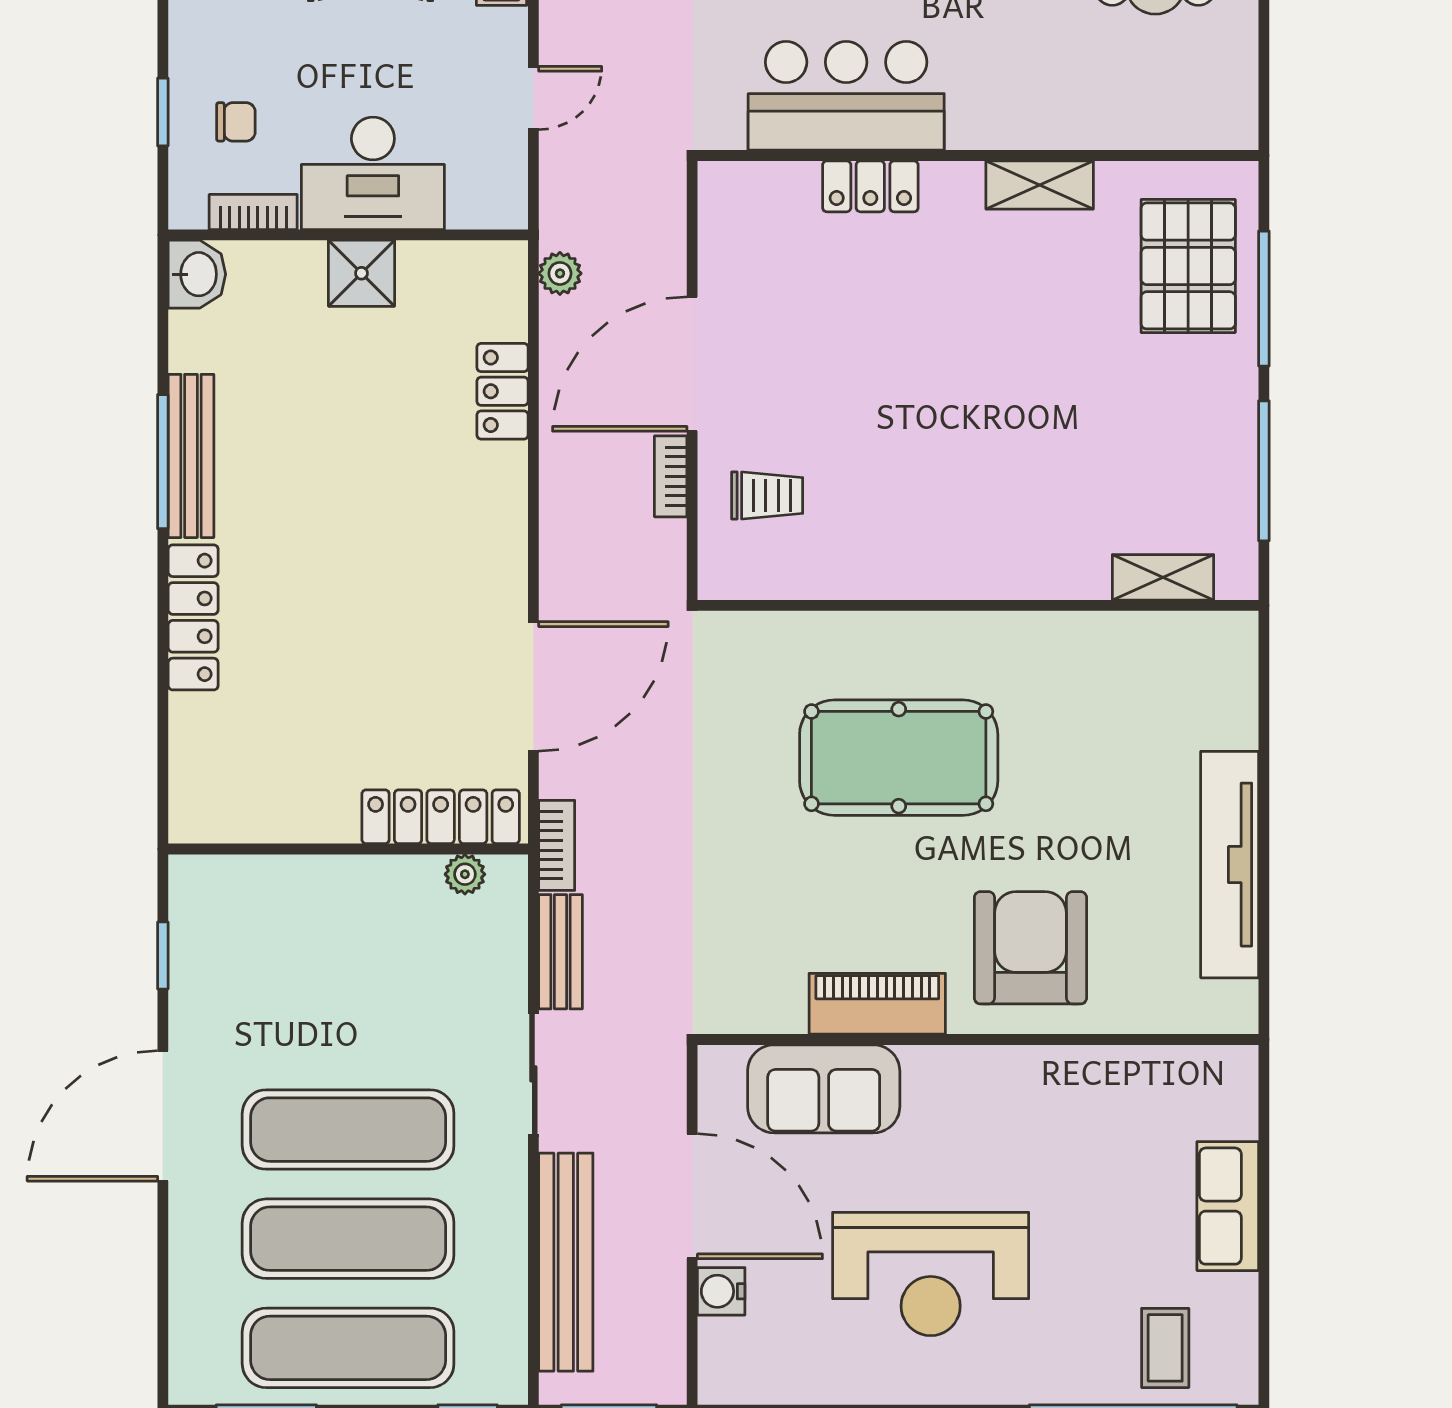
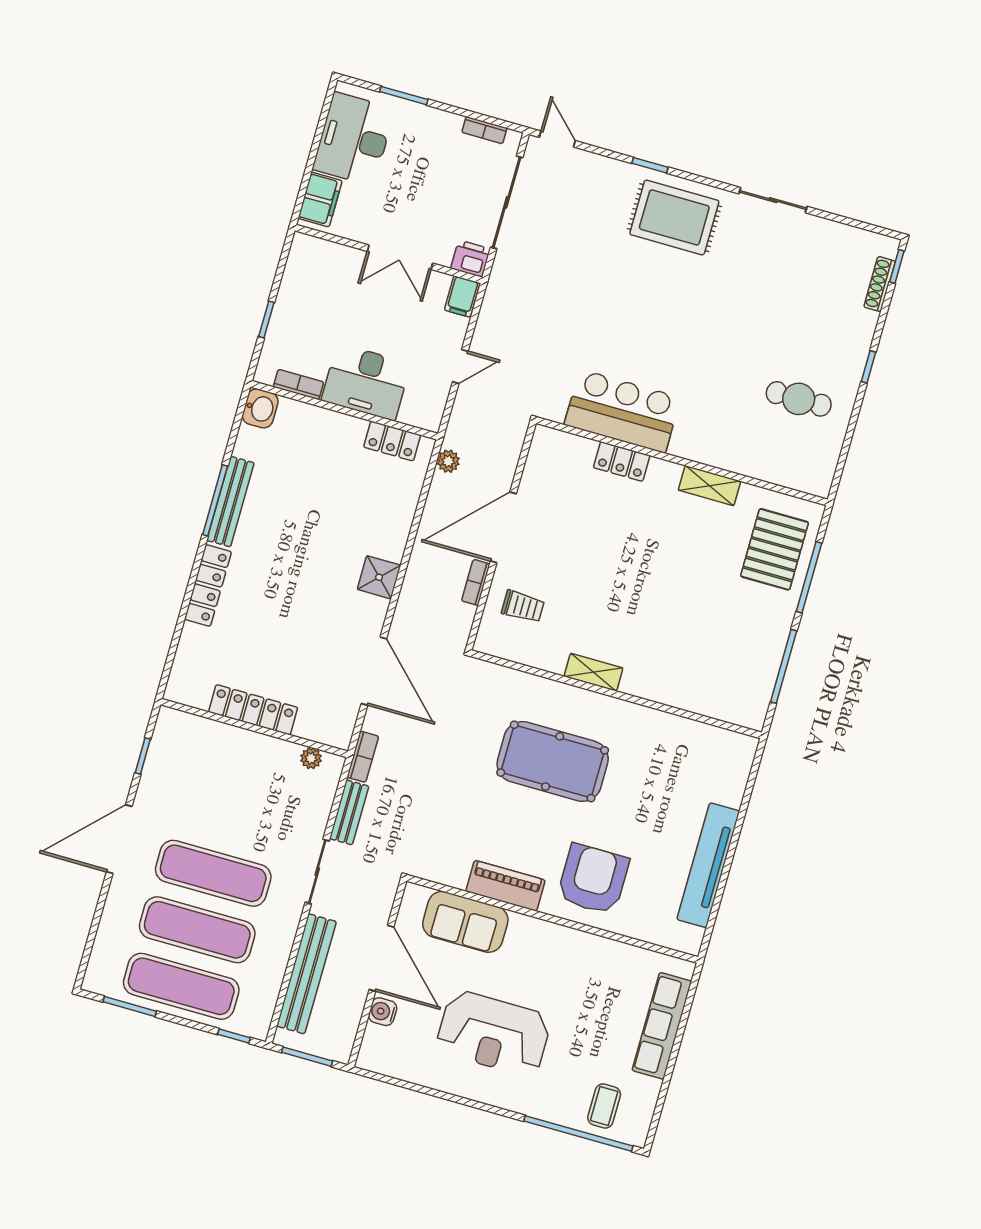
chair: (236, 122) -> (303, 335), removed
shower: (361, 273) -> (379, 577), moved
locker: (502, 391) -> (392, 441), moved, turned -90
shelving: (1163, 577) -> (593, 672), moved
door: (533, 686) -> (374, 671), hinge flipped
locker: (441, 817) -> (253, 710), moved
row of seats: (1228, 1206) -> (662, 1026), width x1.48

